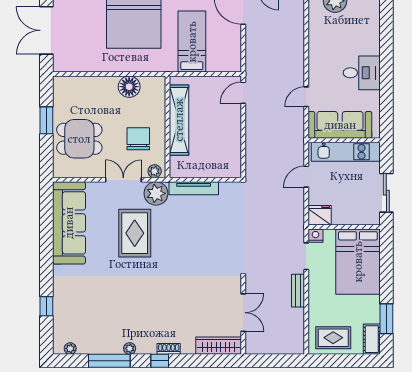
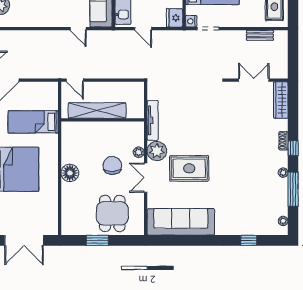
shelving: (179, 120) -> (97, 111), moved
wall: (167, 127) -> (103, 120), moved
chair: (138, 139) -> (112, 166), turned 90
bench: (298, 291) -> (260, 35), moved

